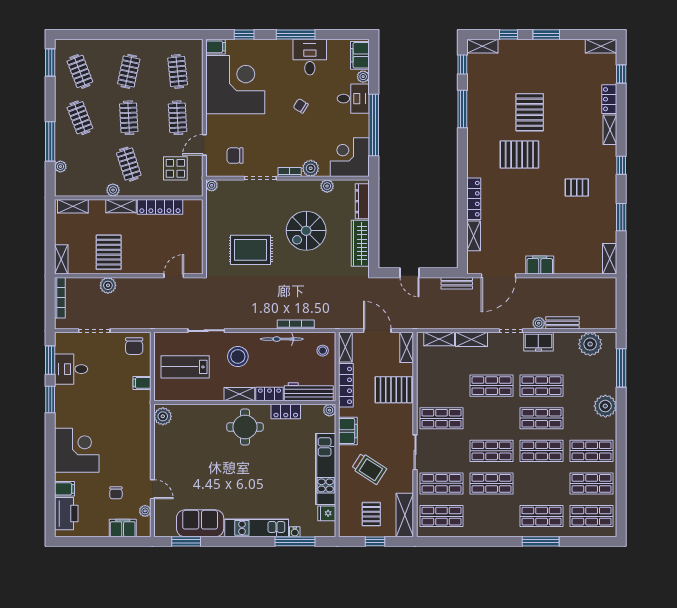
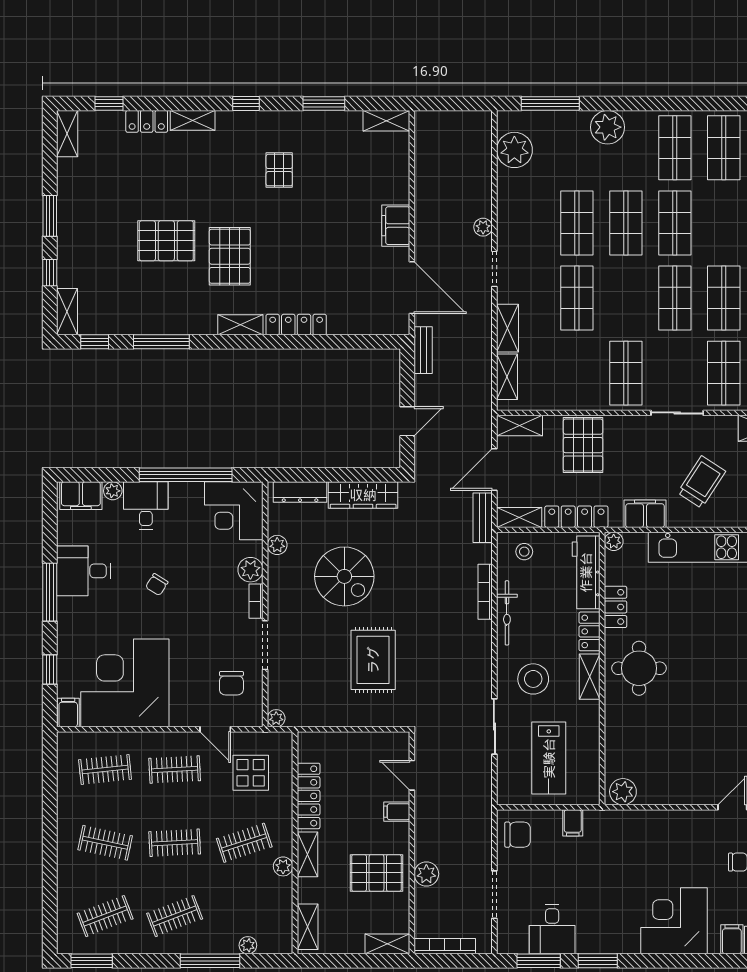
shelving: (474, 236) -> (240, 325), moved
filing cabinet: (149, 266) -> (397, 812), added
bench: (563, 323) -> (483, 518), moved
freezer: (538, 342) -> (511, 227), removed

